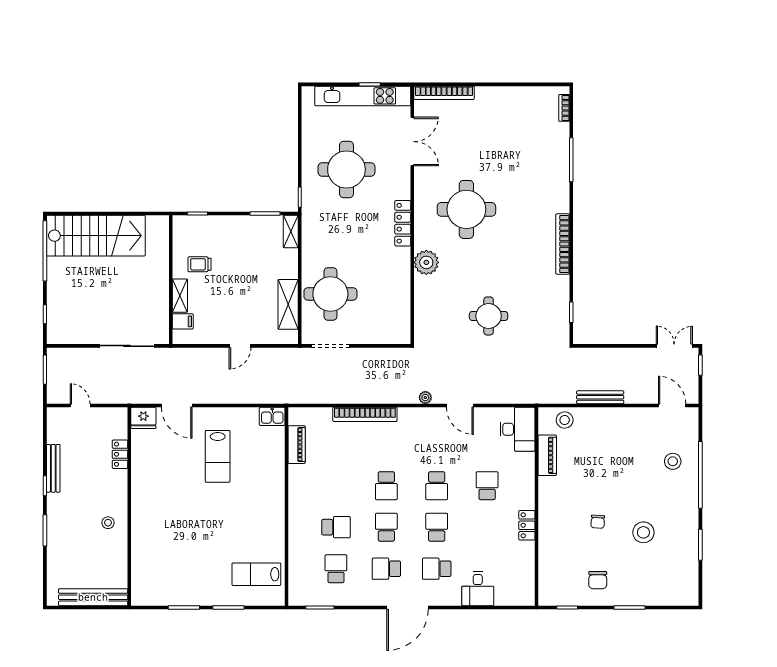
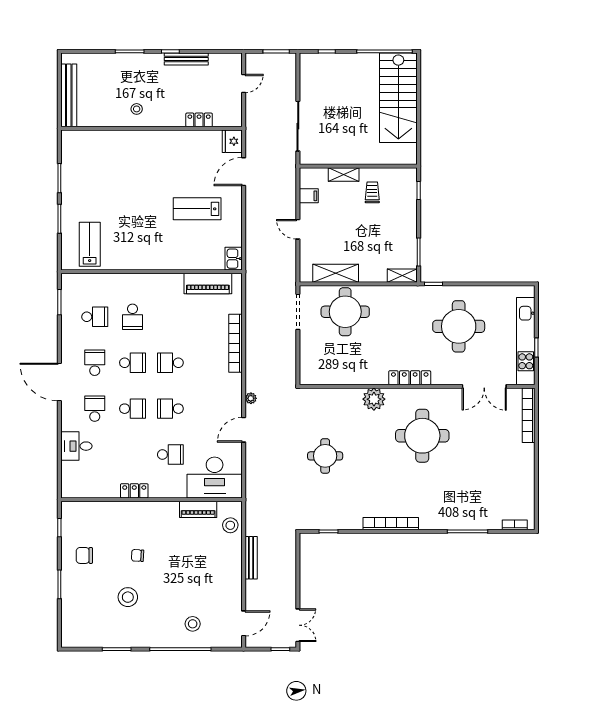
filing cabinet: (183, 321) -> (309, 196), moved, turned -90
desk: (517, 429) -> (215, 478), width x1.36, depth x1.30
piano: (297, 445) -> (208, 284), width x1.37, depth x1.33

